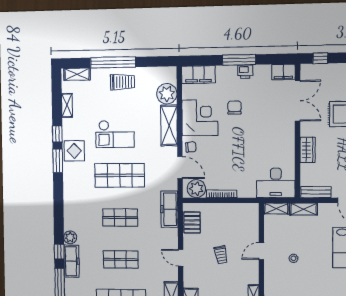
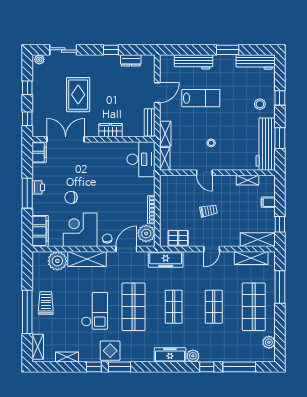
freezer: (71, 261) -> (170, 355), moved

